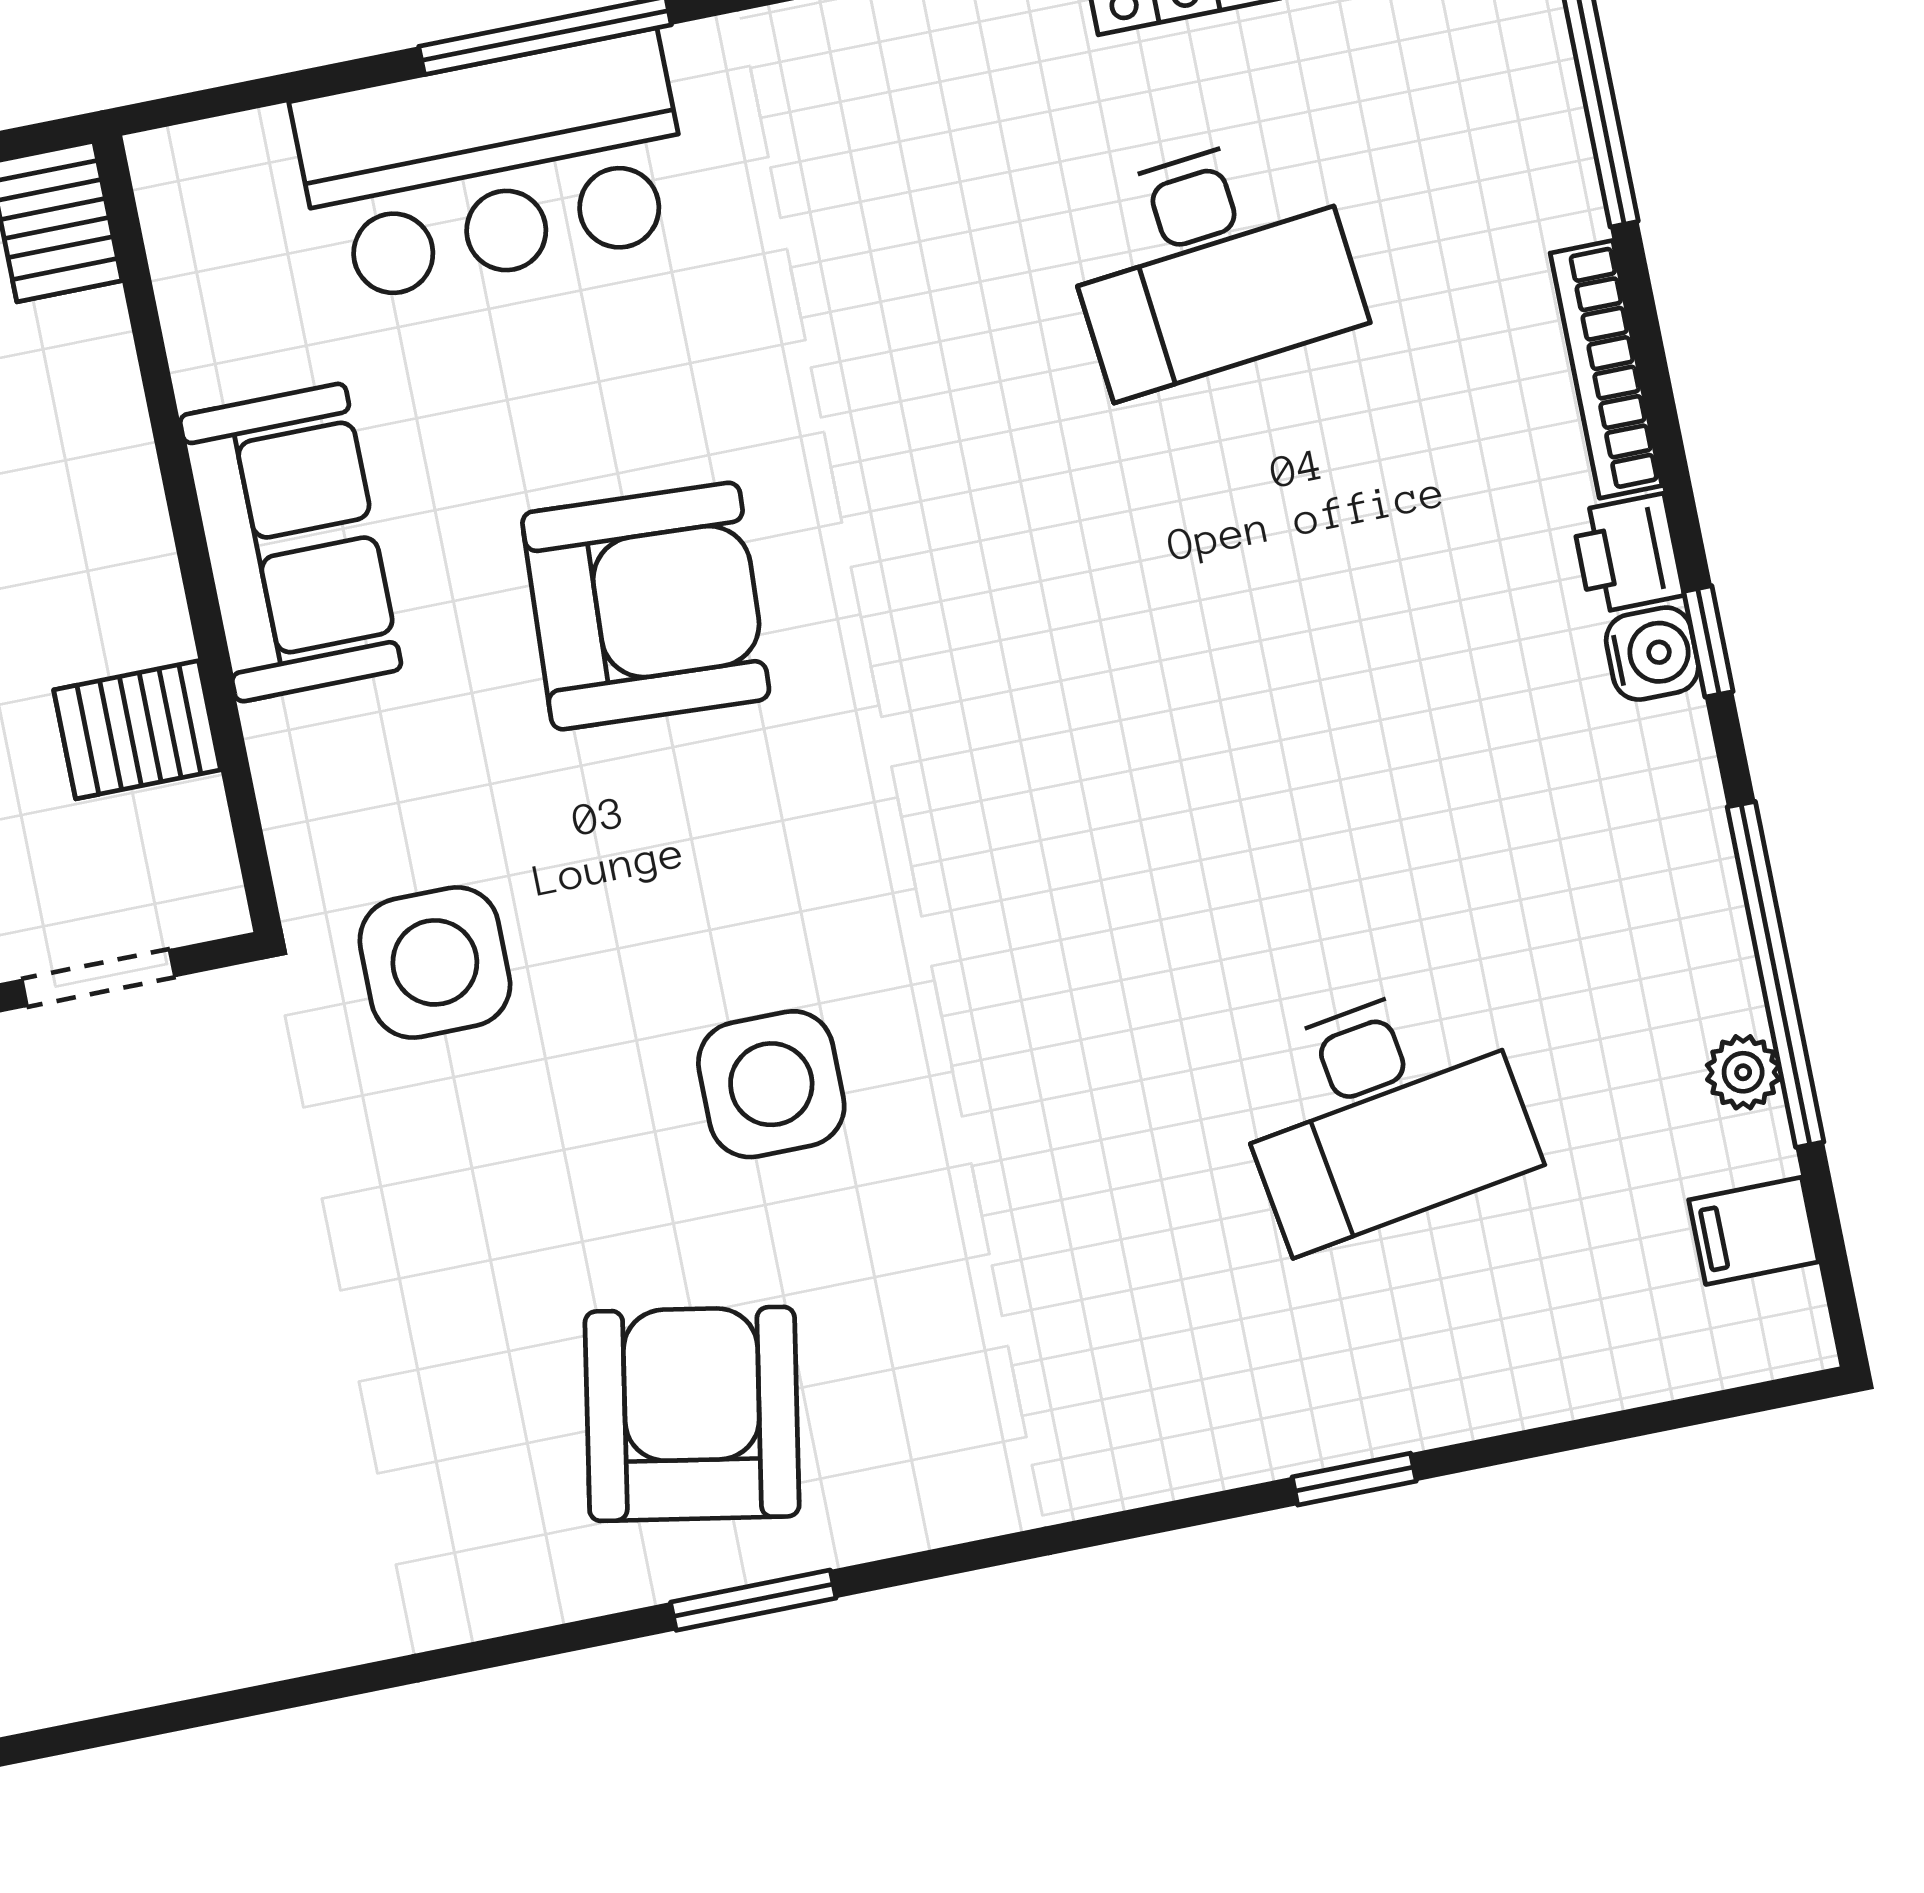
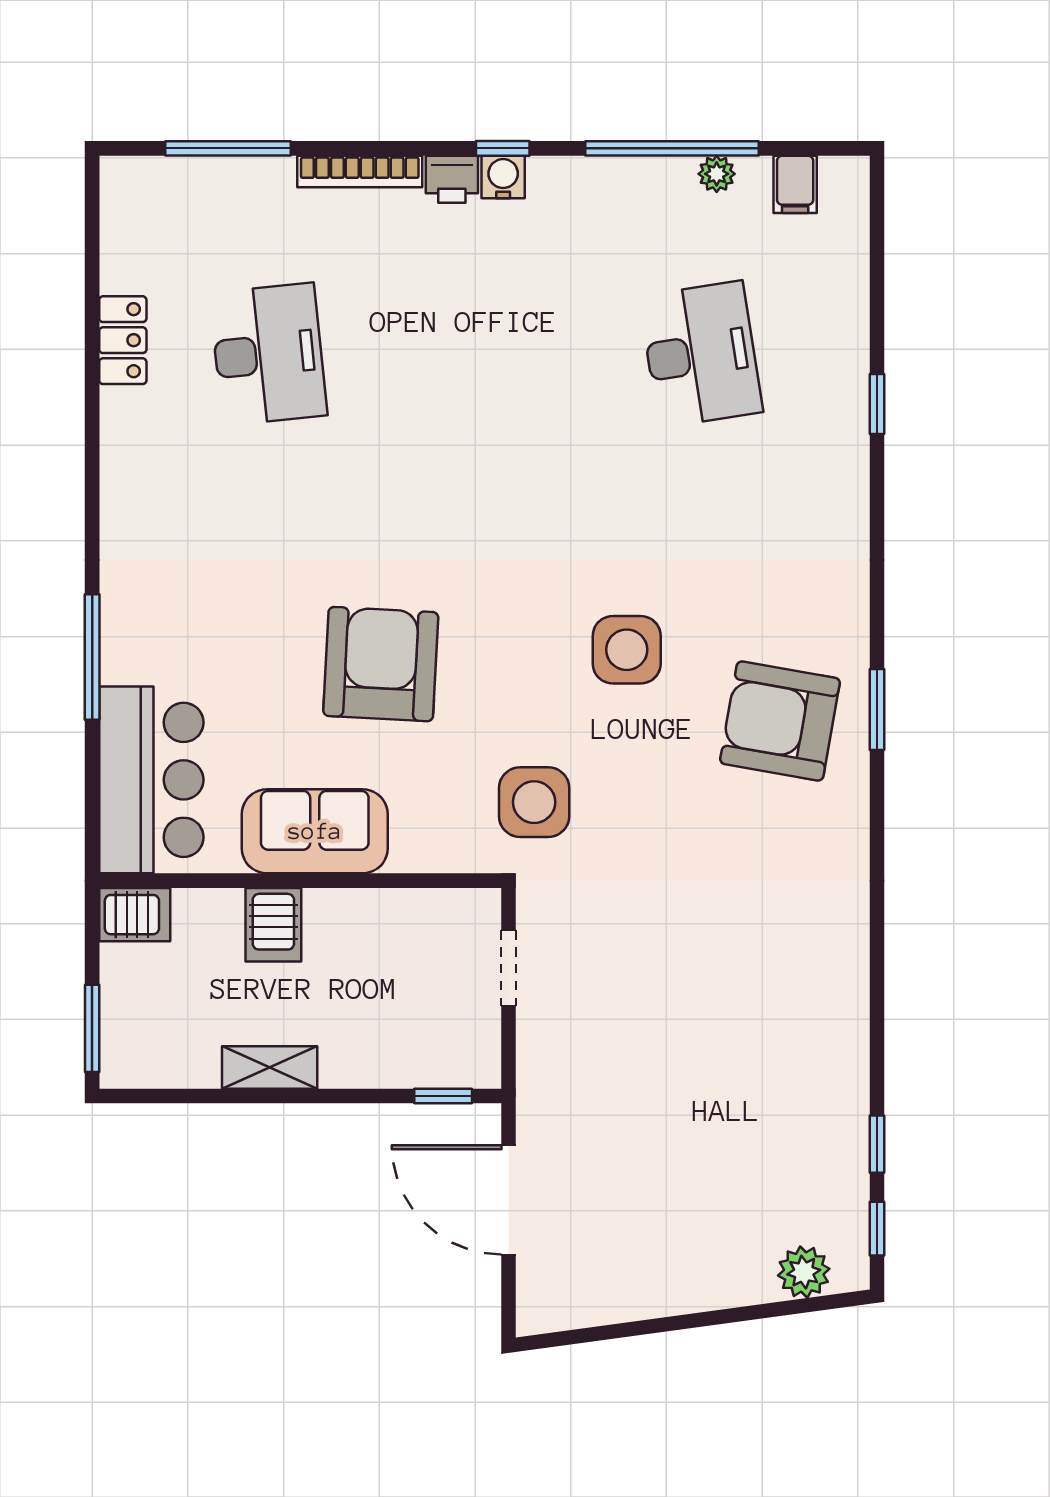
bar counter: (493, 167) -> (151, 780), moved
server rack: (137, 730) -> (273, 925), moved

